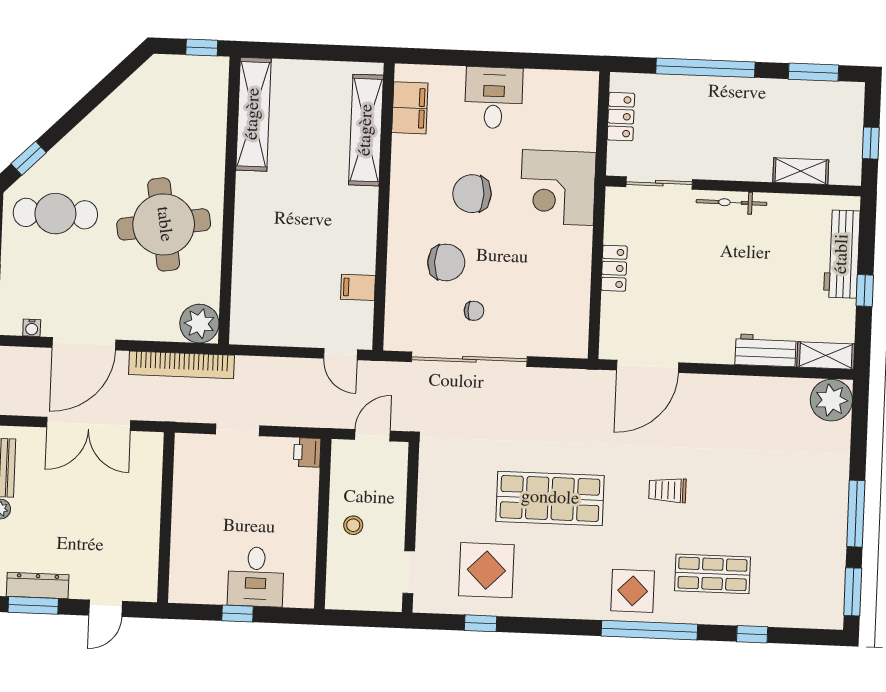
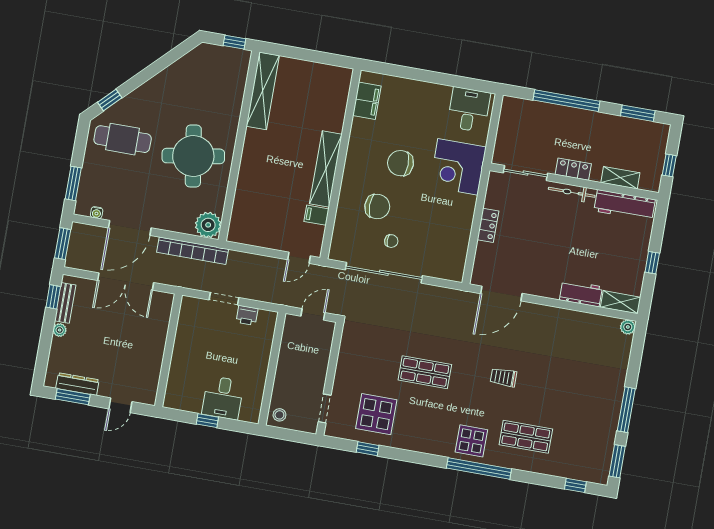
desk: (494, 98) -> (469, 110), moved
locker: (621, 117) -> (573, 169), moved, turned -90
shelving: (366, 130) -> (326, 169), moved
workbench: (842, 254) -> (625, 205), moved, turned -90
door: (341, 354) -> (299, 258), hinge flipped
plant: (831, 400) -> (628, 327), width x0.53, depth x0.53
printer: (307, 452) -> (247, 315), moved, turned -90
shop shelf: (550, 498) -> (425, 372), width x0.70, depth x0.74
stool: (353, 525) -> (279, 415), moved
window: (752, 634) -> (575, 485), moved

